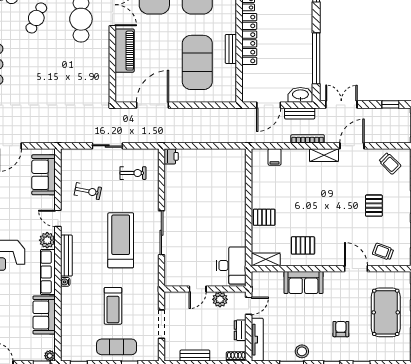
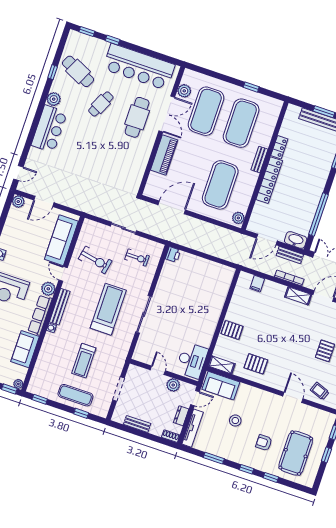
bench: (231, 49) -> (259, 159), moved
plant: (229, 92) -> (238, 218), added
sofa: (44, 175) -> (61, 240), width x1.36
exercise bike: (88, 191) -> (95, 260), width x1.38, depth x1.39
sofa: (303, 282) -> (221, 386), moved
door: (198, 289) -> (158, 370), swing flipped
pool table: (386, 312) -> (296, 453), moved
armchair: (341, 329) -> (264, 443), turned -90
stool: (302, 351) -> (235, 421), moved

